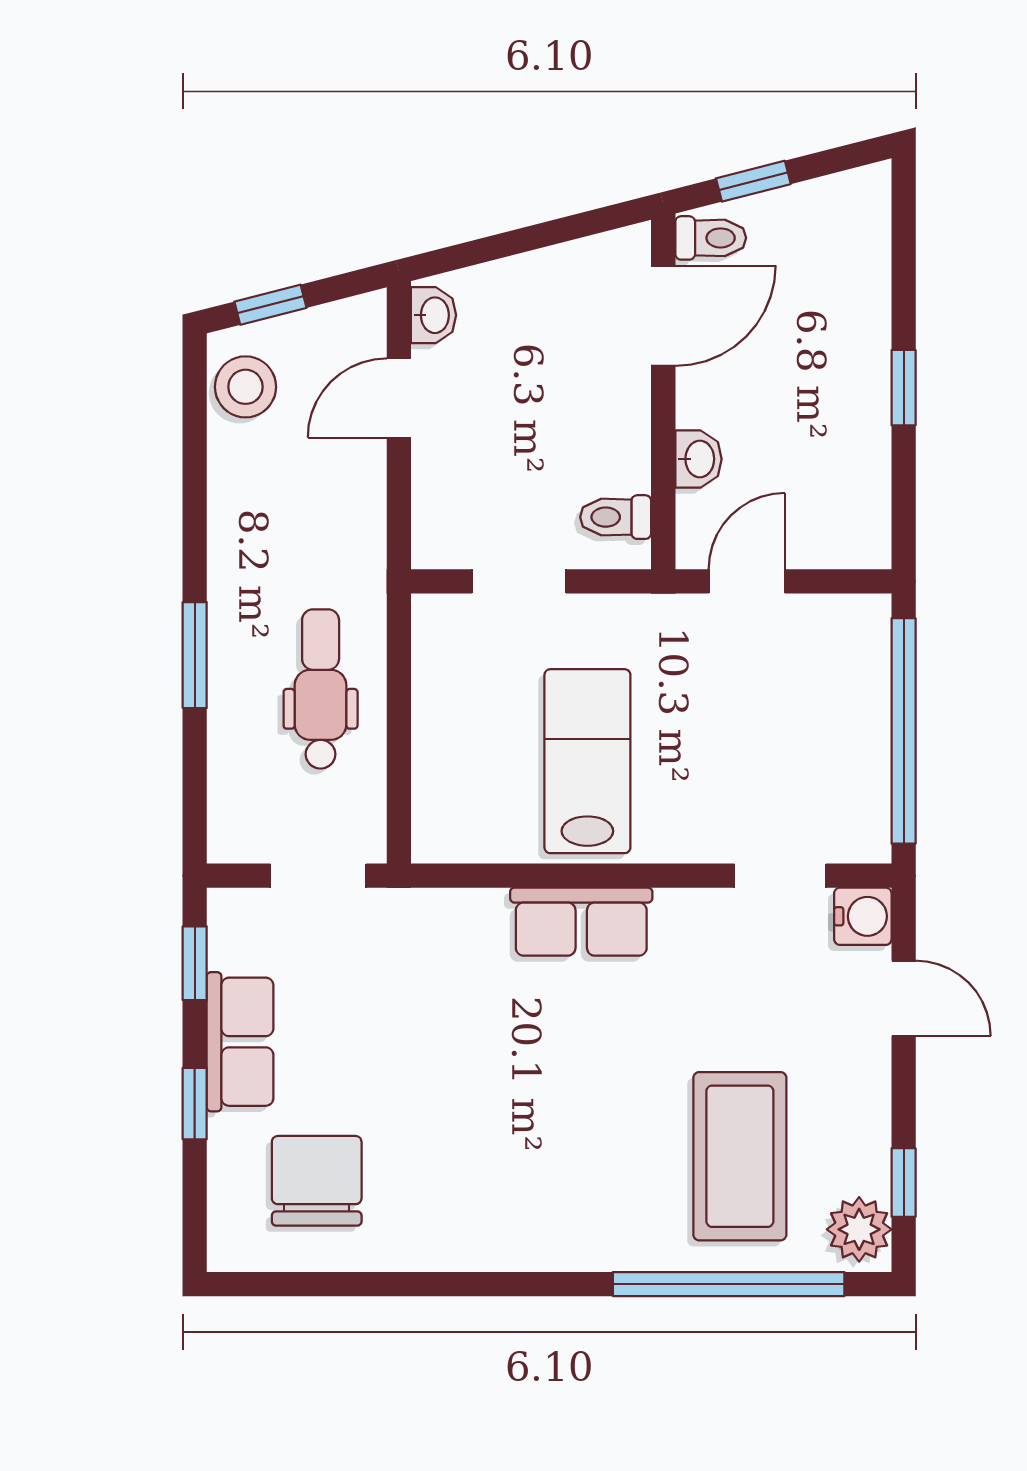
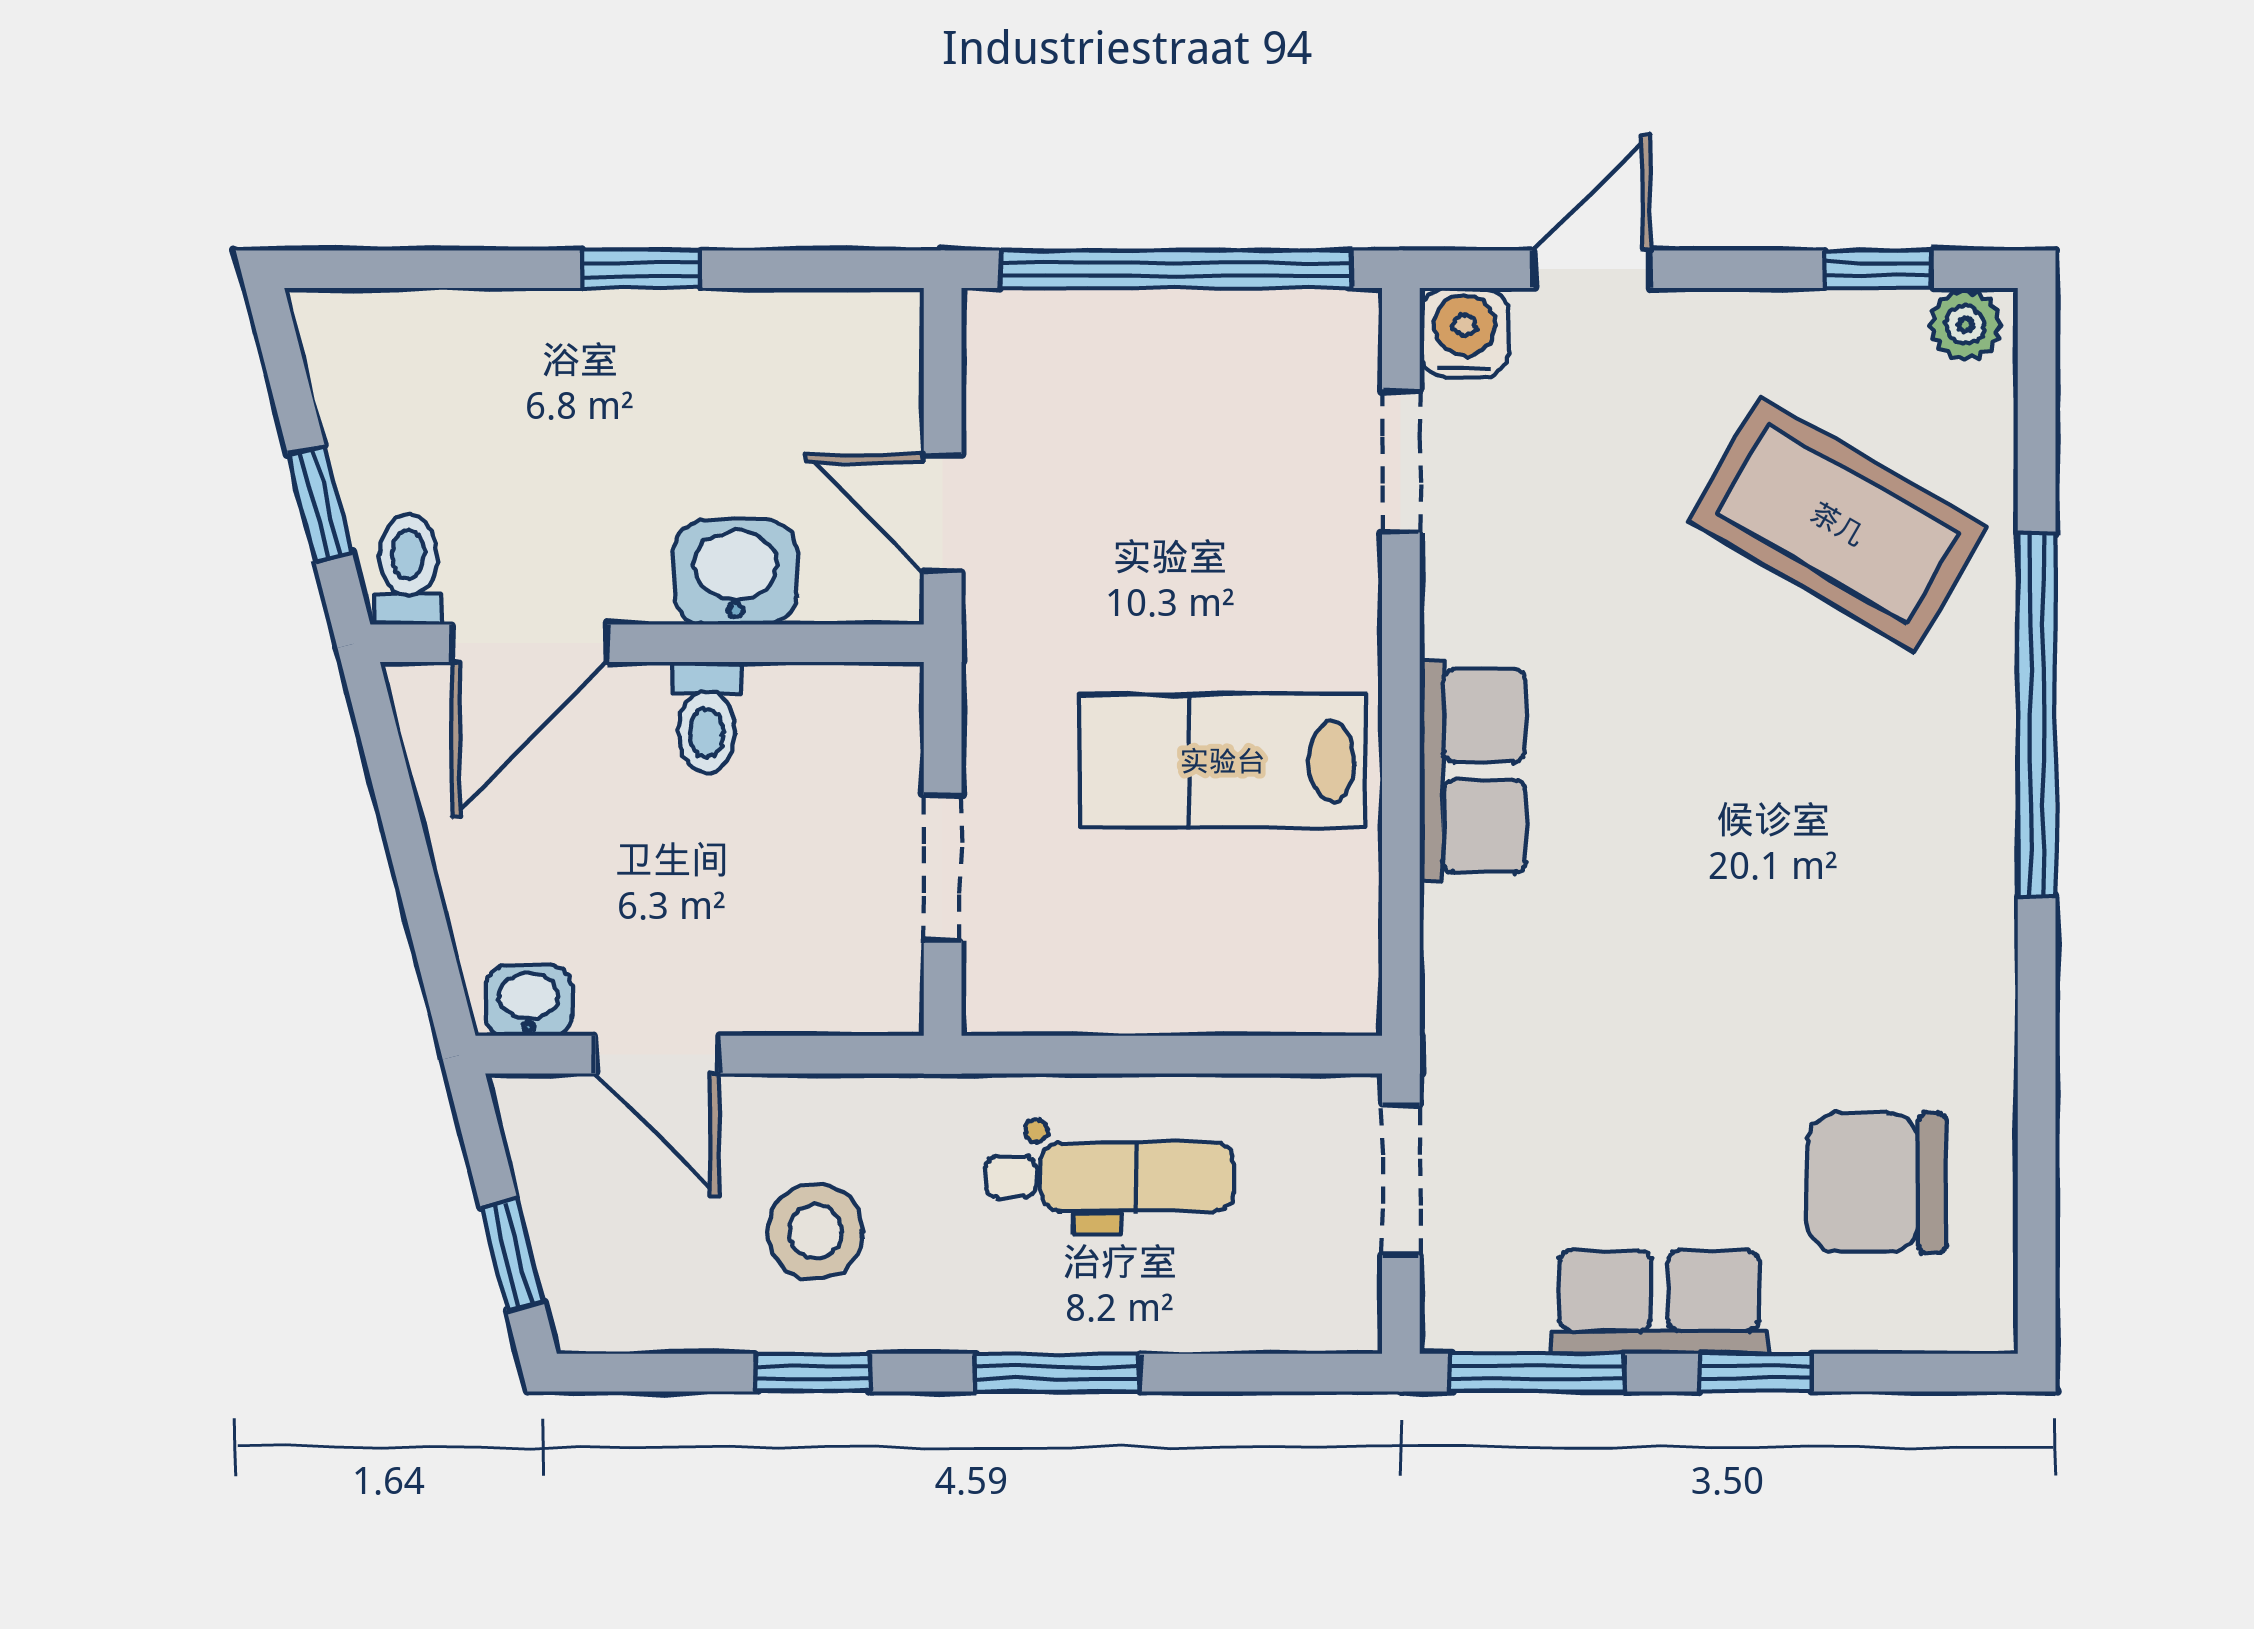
door: (663, 316) -> (529, 643), swing flipped
stool: (245, 387) -> (815, 1231), moved
washbasin: (698, 459) -> (735, 572), width x1.38, depth x1.45
window: (195, 498) -> (813, 1373), added
toilet: (616, 517) -> (707, 717), moved
dental chair: (321, 689) -> (1110, 1177), turned 180
window: (195, 963) -> (1537, 1373), width x1.50
coffee table: (740, 1156) -> (1838, 524), turned 30
plant: (859, 1229) -> (1965, 325), width x0.73, depth x0.73
window: (729, 1284) -> (2037, 715), moved

